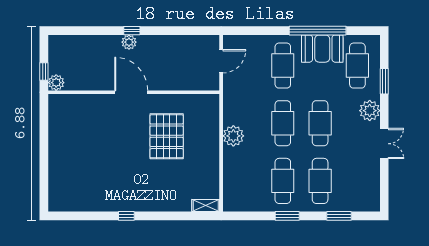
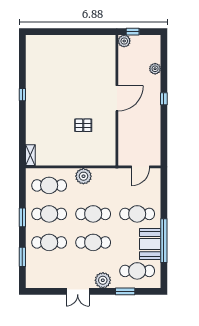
plant: (129, 42) -> (155, 69), moved
door: (221, 61) -> (140, 167), hinge flipped
pallet: (167, 136) -> (83, 125), width x0.49, depth x0.50
cafe table: (245, 181) -> (49, 185), added

